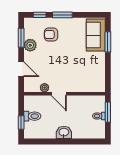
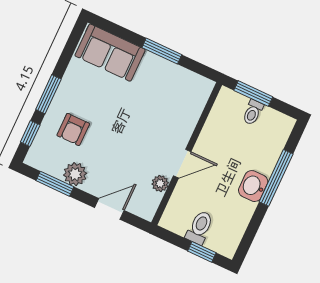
window: (108, 42) -> (162, 51), moved
window: (73, 141) -> (276, 178), added

